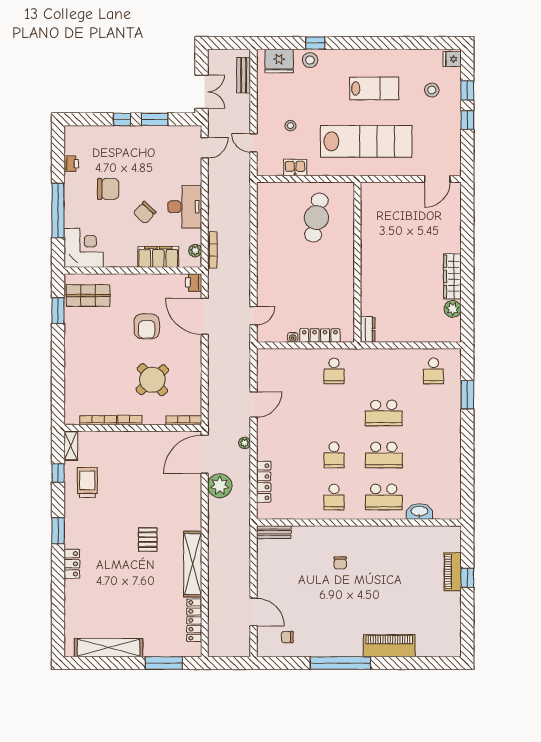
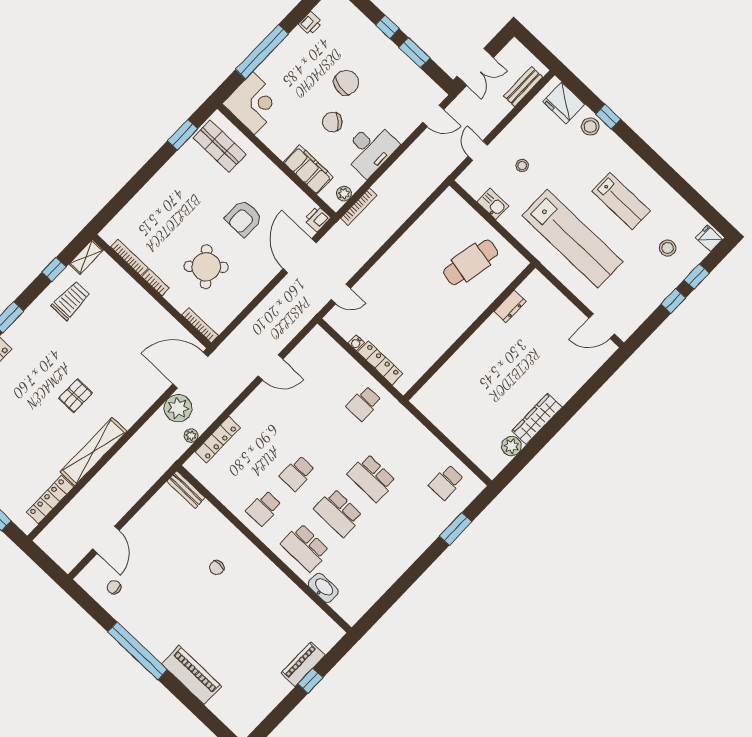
chair: (108, 189) -> (346, 82), moved, turned -79
dresser: (368, 329) -> (510, 306), moved
plant: (245, 443) -> (191, 436), moved

